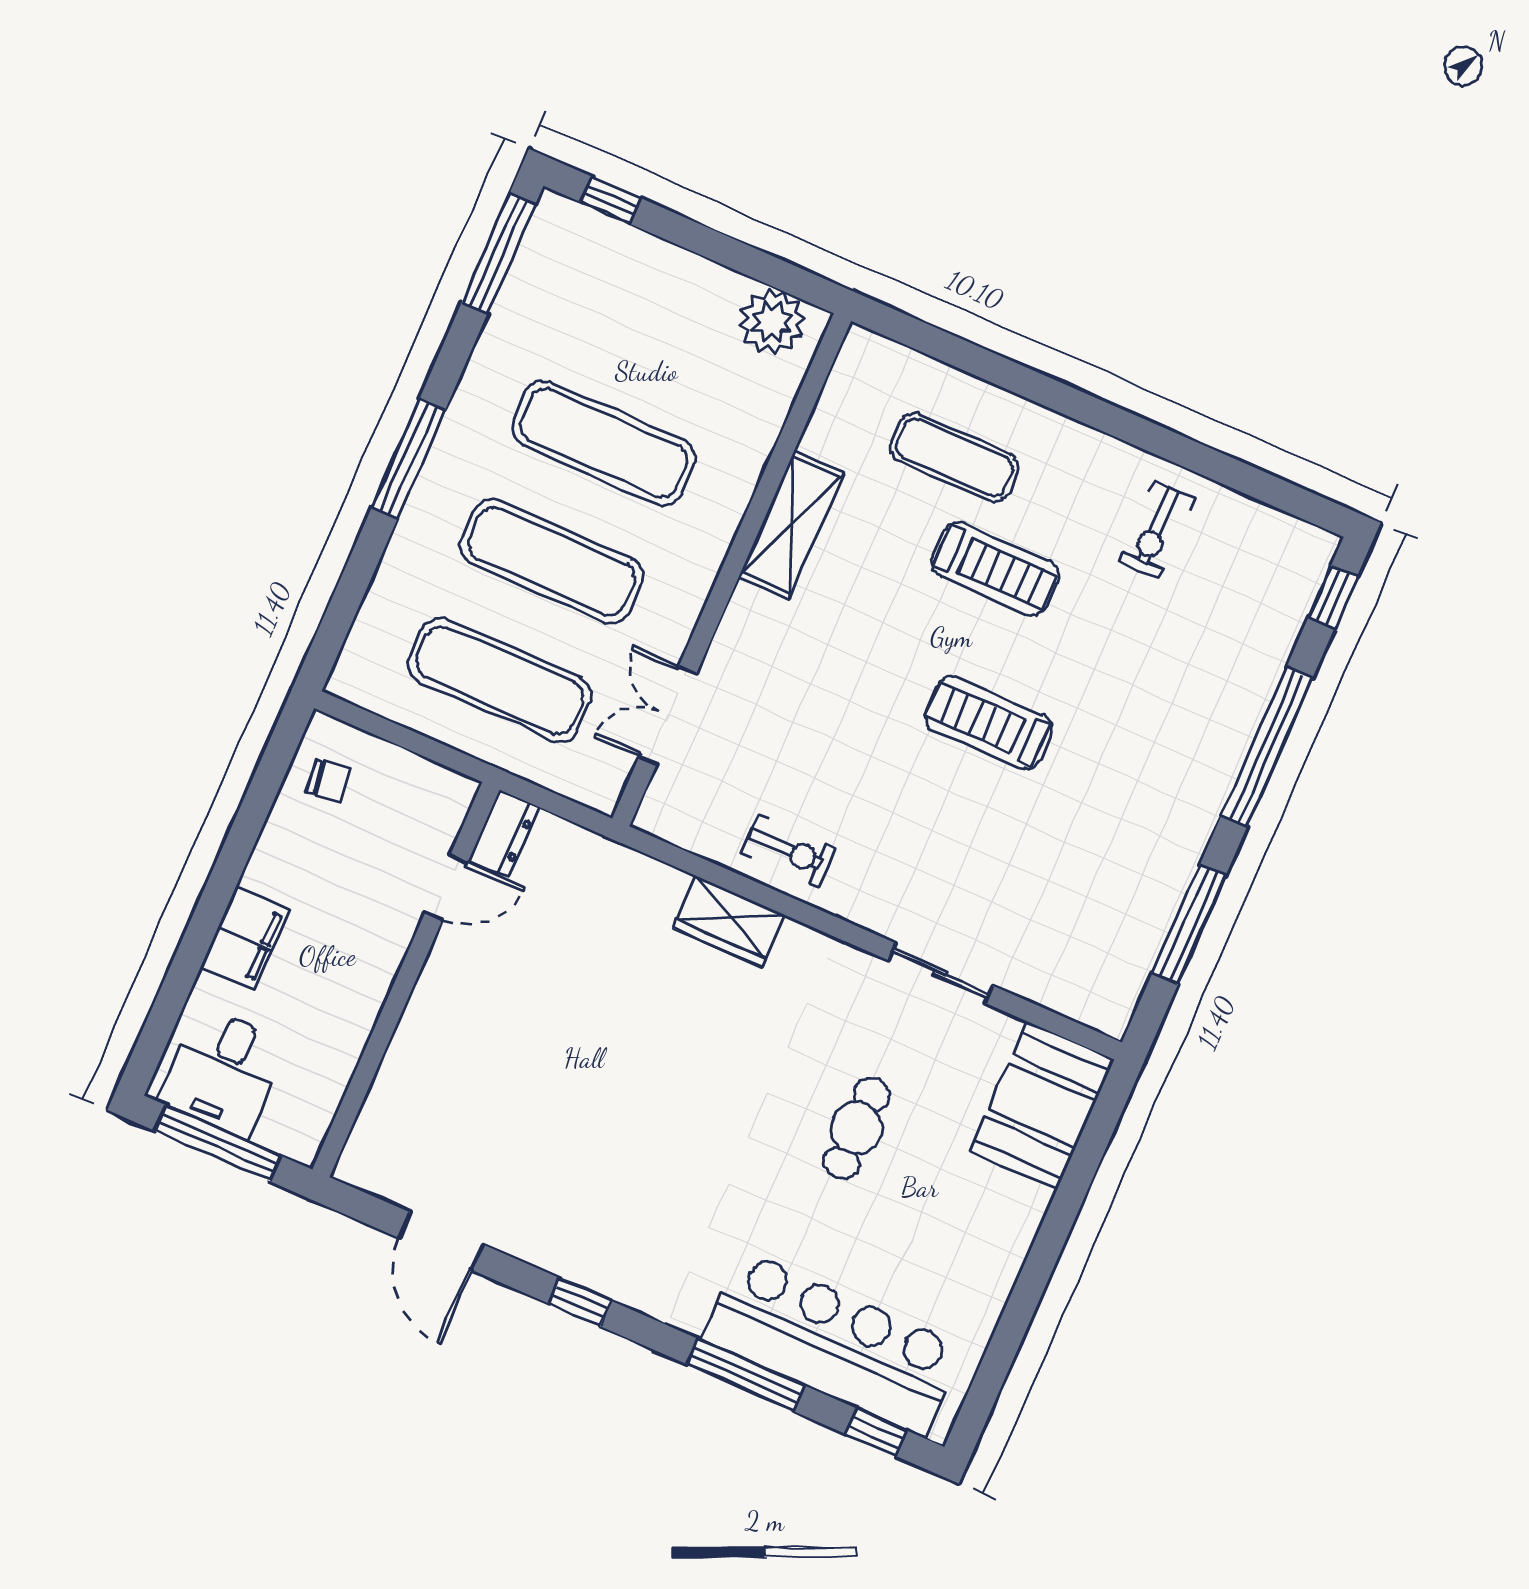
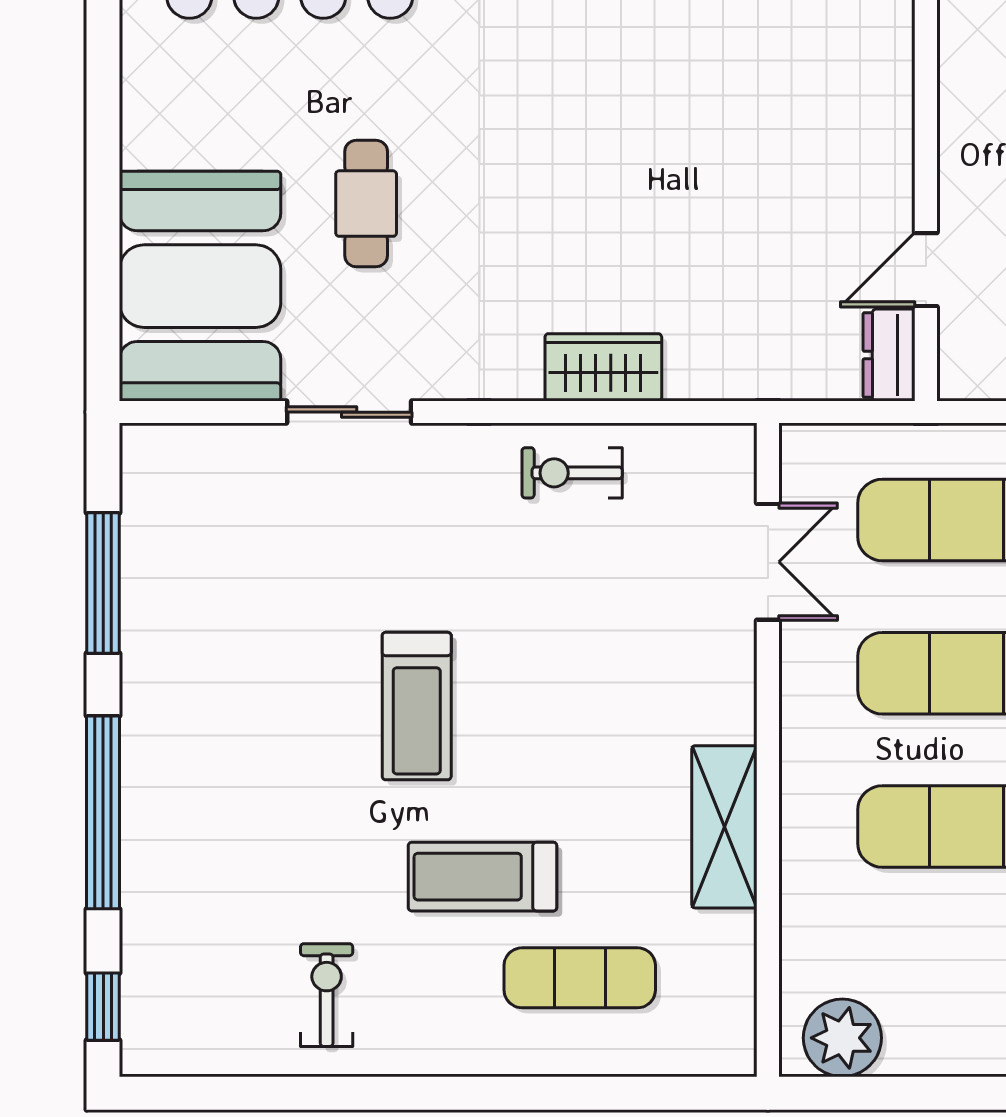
treadmill: (988, 723) -> (417, 706), turned 90
booth: (1042, 1106) -> (200, 286), width x1.36, depth x1.42

